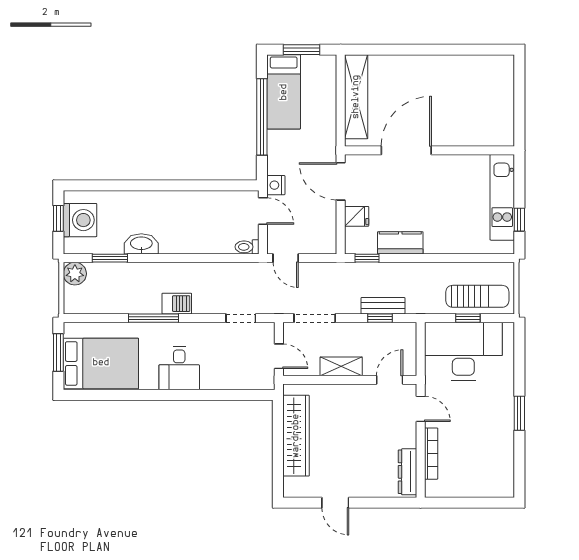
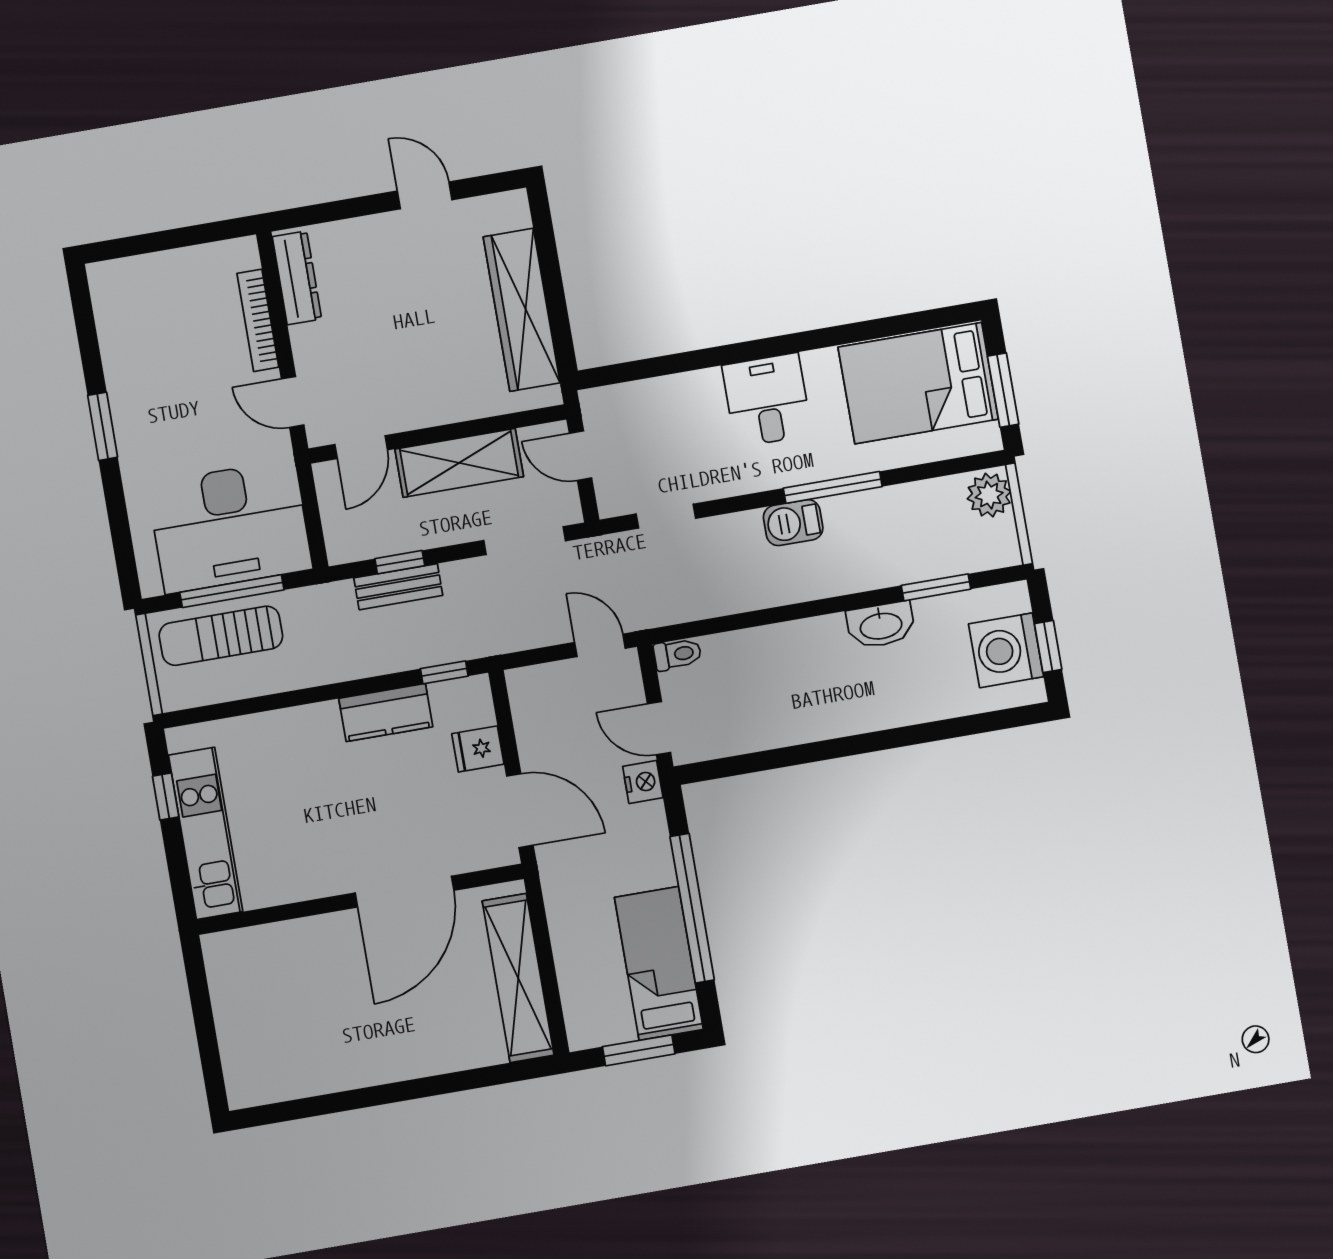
plant: (75, 274) -> (989, 495), moved
window: (468, 318) -> (232, 591), width x2.17
shelving: (341, 366) -> (459, 463), width x1.50, depth x1.33

